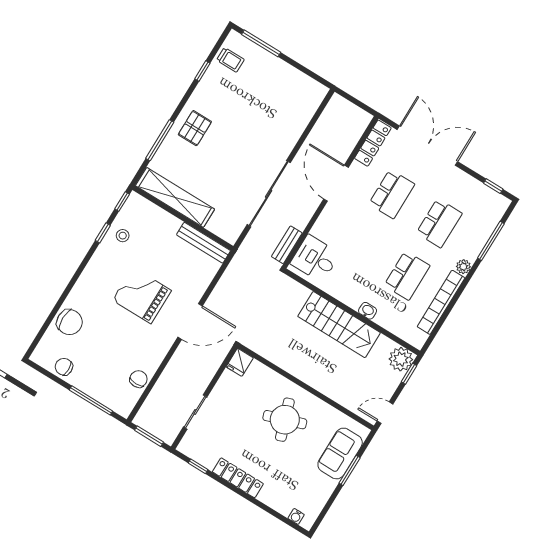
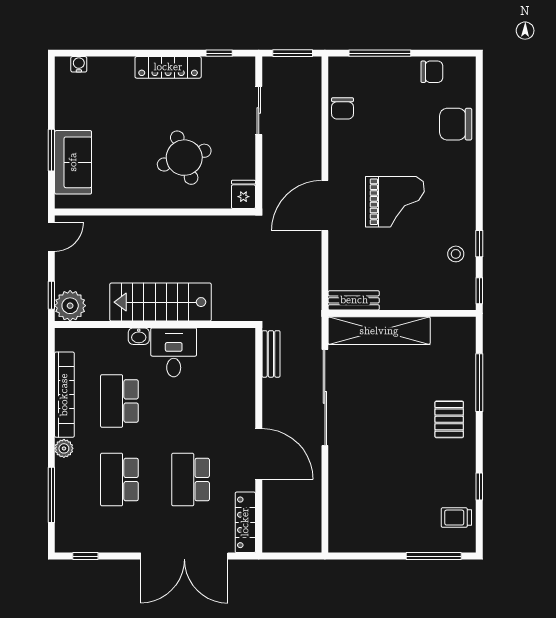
shelving: (175, 197) -> (379, 331), moved
bench: (204, 243) -> (354, 300), width x0.73
desk: (315, 259) -> (174, 352), moved, turned -90
round table: (285, 420) -> (184, 158), moved

